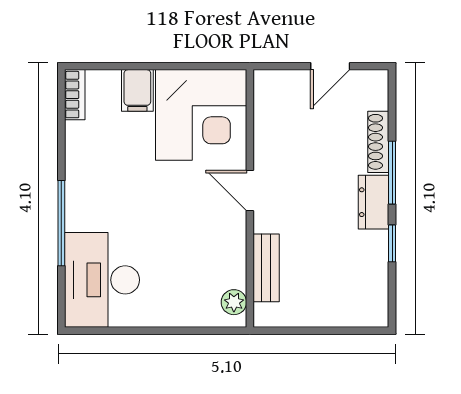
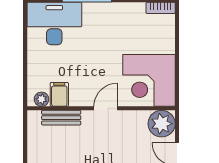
filing cabinet: (137, 90) -> (59, 94), moved, turned 90
plant: (277, 93) -> (162, 124), added

